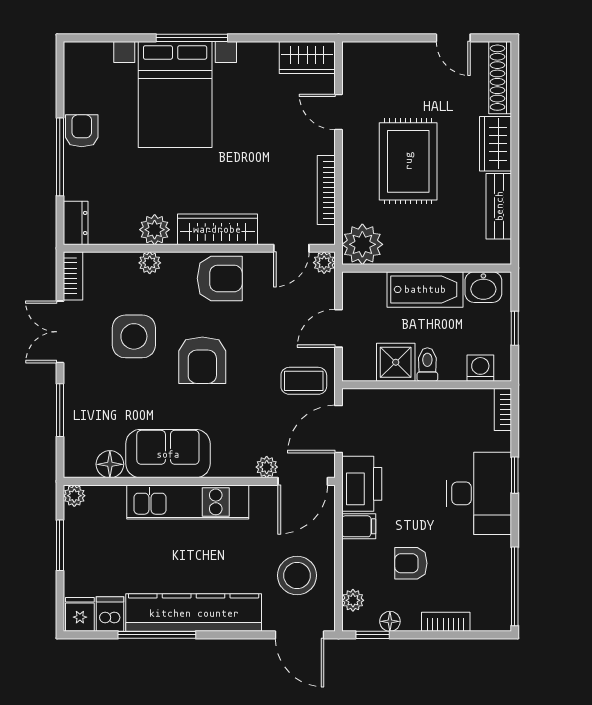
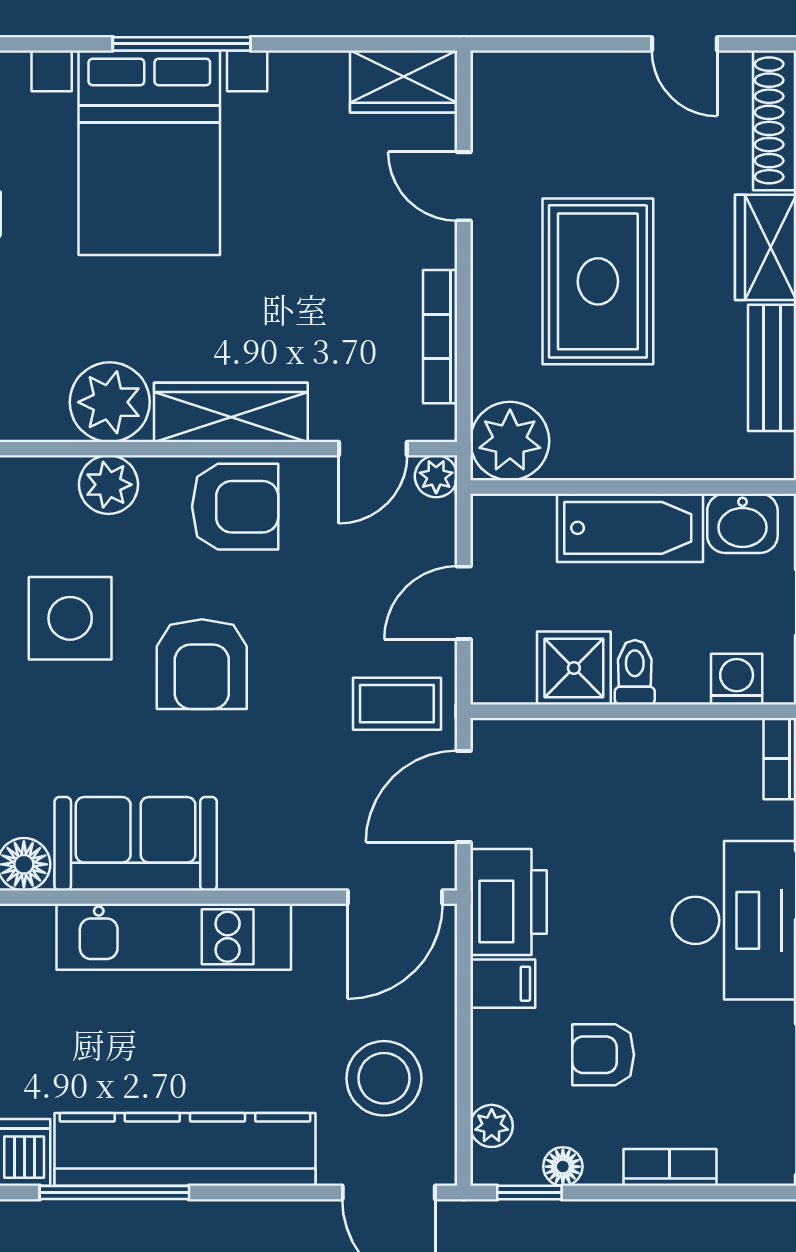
plant: (155, 230) -> (110, 402), width x1.36, depth x1.36
plant: (150, 263) -> (108, 485), width x1.38, depth x1.38
plant: (267, 467) -> (326, 870), removed

